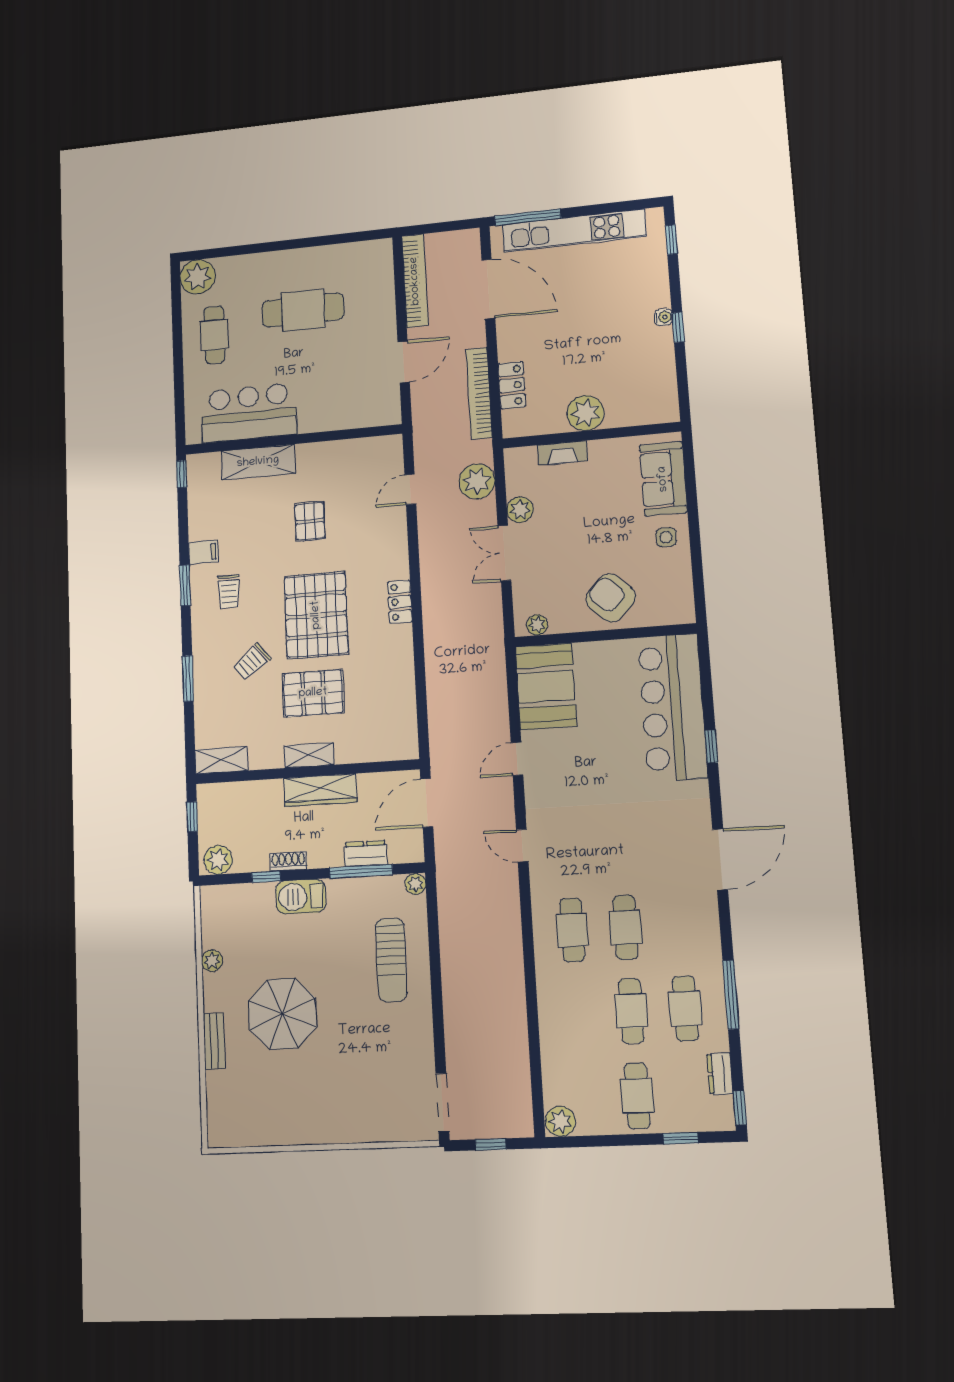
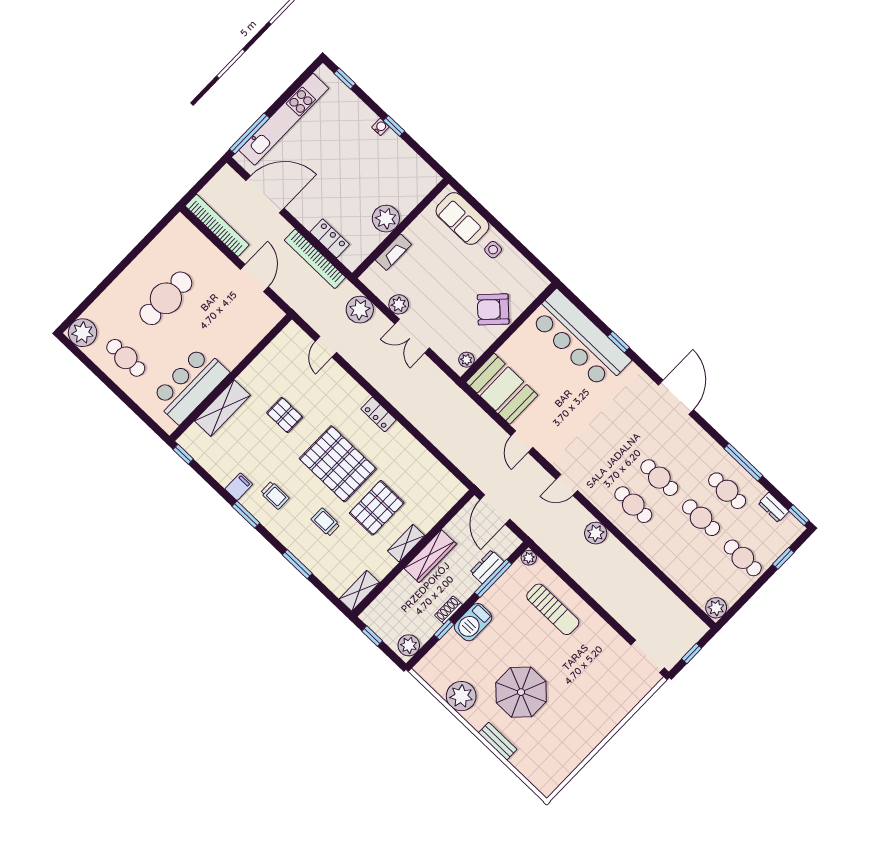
trolley: (252, 662) -> (325, 522), turned 129
plant: (506, 923) -> (596, 533), added
plant: (212, 961) -> (461, 696), width x1.88, depth x1.88

